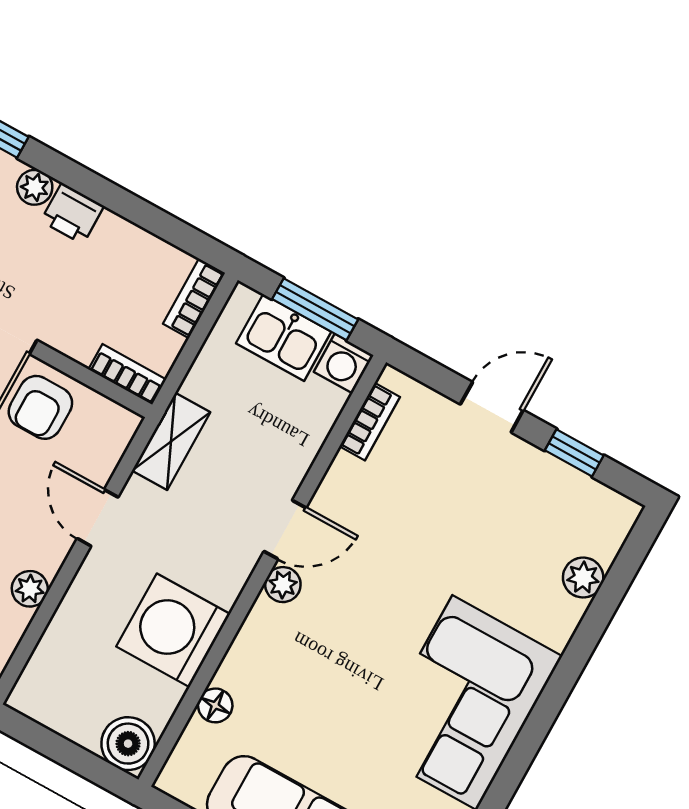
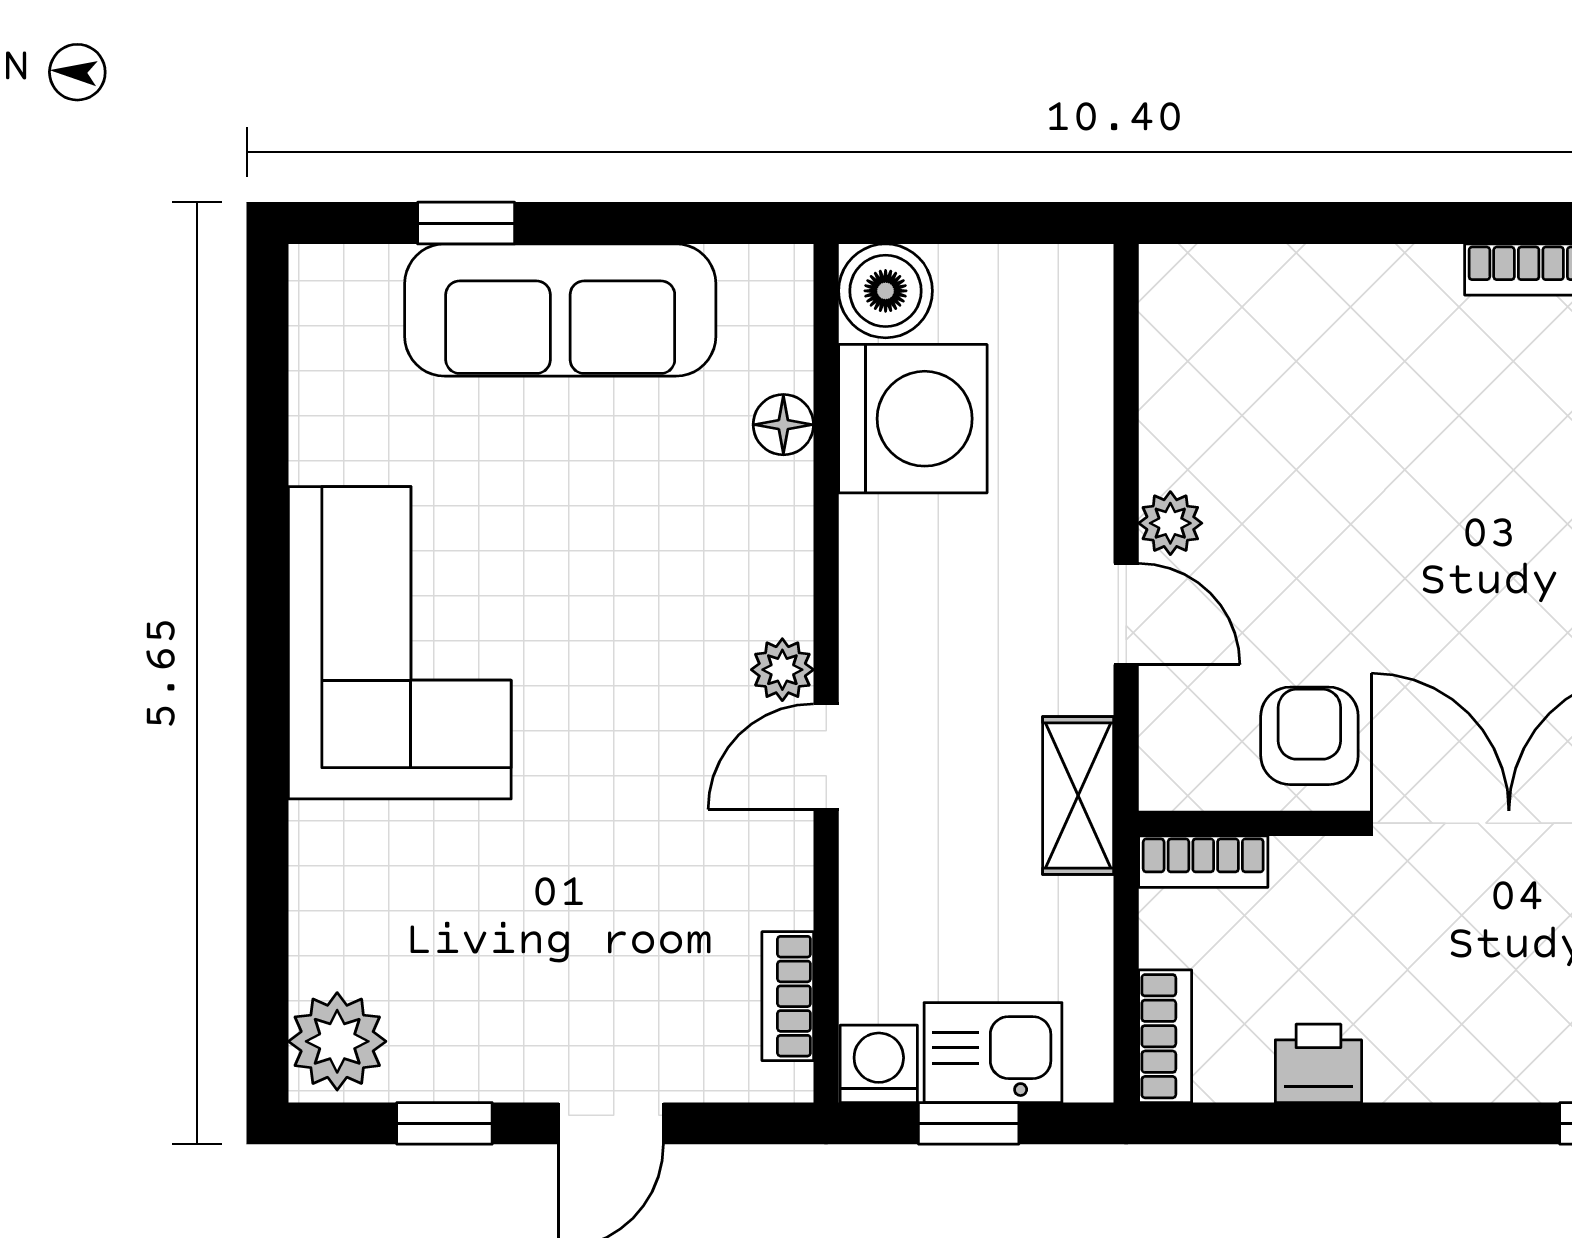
plant: (35, 187) -> (1507, 1071), removed
printer: (72, 213) -> (1318, 1063), moved
window: (315, 309) -> (969, 1123), width x0.67
plant: (583, 578) -> (337, 1041), moved, width x1.38, depth x1.38
plant: (30, 589) -> (1170, 523), moved
washing machine: (173, 630) -> (913, 419), moved

